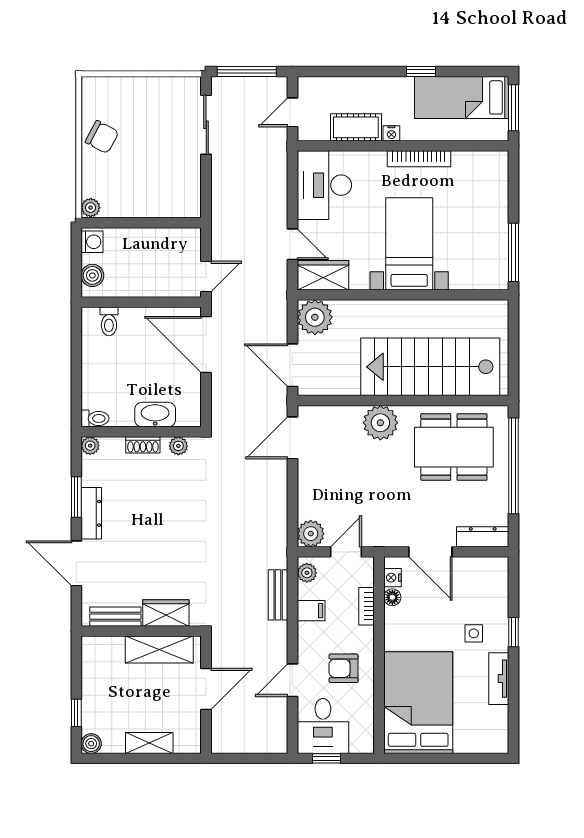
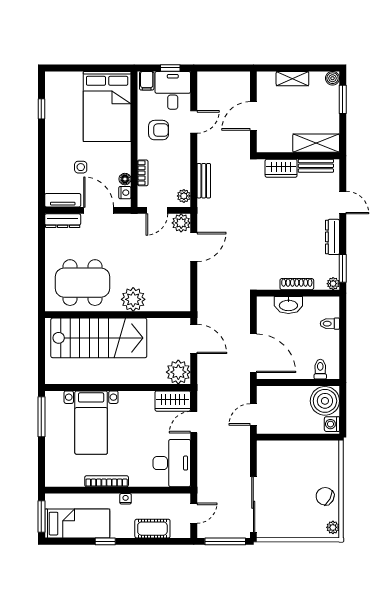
sliding door: (206, 125) -> (253, 505), width x1.37
cot: (356, 127) -> (152, 529), moved
plant: (91, 208) -> (333, 527), moved
door: (292, 244) -> (194, 422), hinge flipped
bed with nightstands: (409, 244) -> (91, 423), moved
boiler: (92, 275) -> (325, 401), width x1.86, depth x1.86
door: (206, 276) -> (253, 414), moved
toilet: (95, 418) -> (330, 324), moved
door: (292, 438) -> (194, 247), moved
shoe rack: (143, 445) -> (297, 284), width x1.43
plant: (178, 446) -> (272, 283), removed
window: (513, 466) -> (41, 270), removed
window: (76, 497) -> (343, 268), moved
door: (76, 563) -> (343, 202), width x0.73
filing cabinet: (311, 611) -> (147, 81), moved, turned -90
window: (513, 632) -> (41, 109), moved
side table: (474, 633) -> (81, 167), moved
shelving: (159, 649) -> (316, 143), moved
tv unit: (499, 679) -> (63, 200), moved, turned -90
window: (76, 713) -> (343, 99), width x1.50

